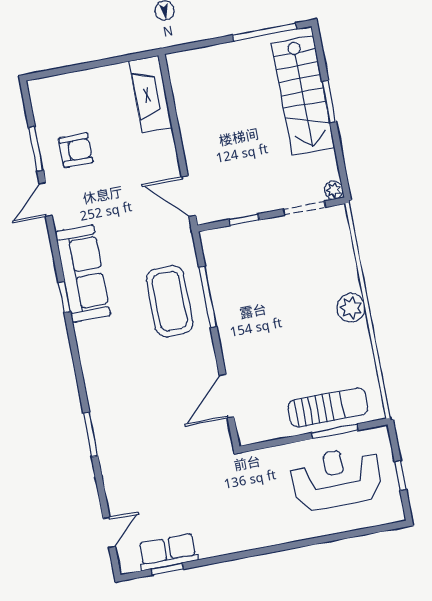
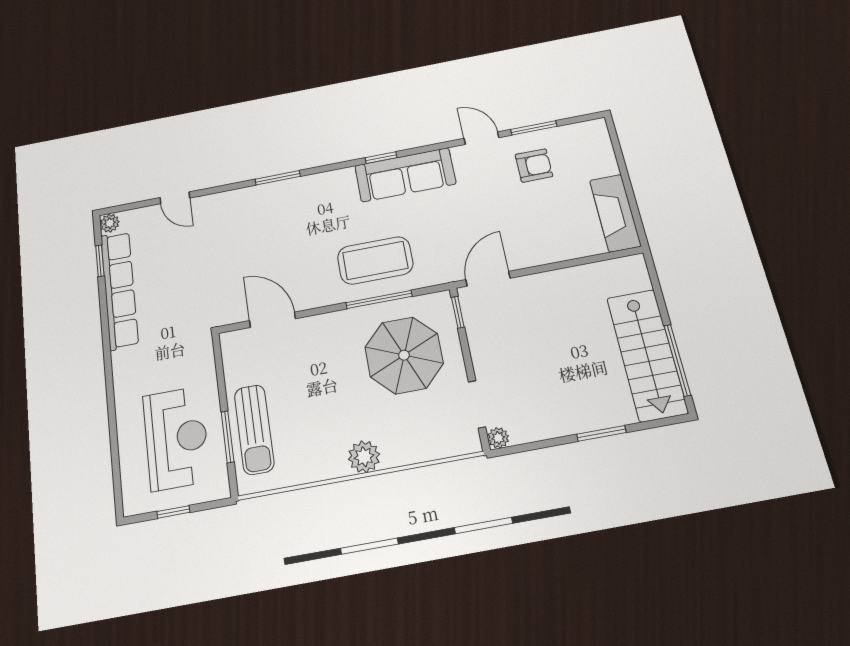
fireplace: (151, 94) -> (615, 213), moved, turned -90
stairs: (303, 95) -> (647, 355), moved, turned -90
armchair: (76, 150) -> (534, 165), turned -90
window: (244, 220) -> (458, 312), moved
parasol: (260, 273) -> (404, 355), added
window: (91, 435) -> (278, 178), moved
door: (109, 532) -> (175, 198), moved
row of seats: (168, 552) -> (119, 290), width x2.02
plant: (129, 564) -> (110, 223), added

